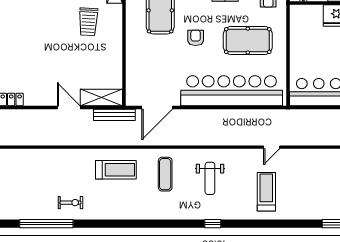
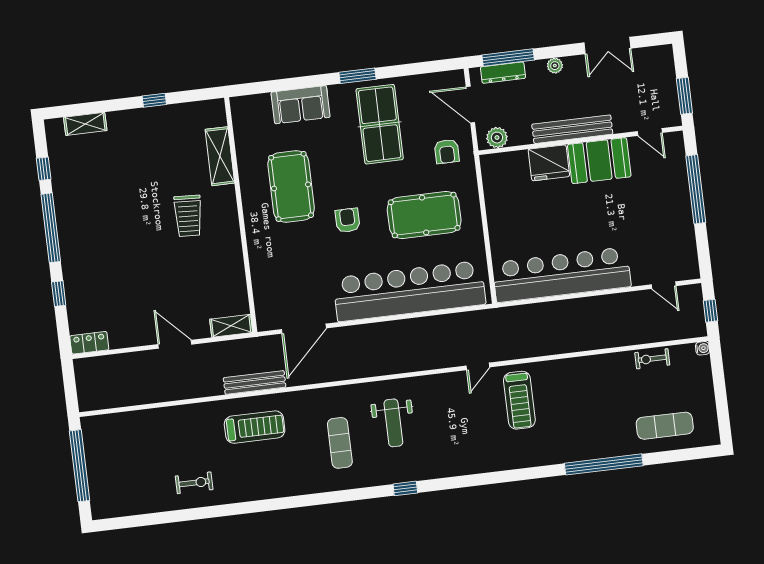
shelving: (101, 97) -> (231, 326), width x0.67, depth x0.75
bench: (114, 115) -> (255, 382), moved
exercise mat: (165, 174) -> (340, 443), moved
treadmill: (266, 192) -> (519, 400), moved, turned 180
window: (46, 224) -> (163, 518), removed

